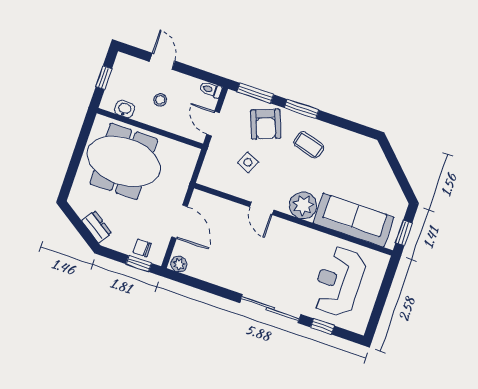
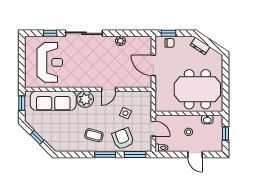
window: (398, 172) -> (37, 137), added
door: (262, 208) -> (109, 89), swing flipped
plant: (179, 264) -> (120, 41), moved

